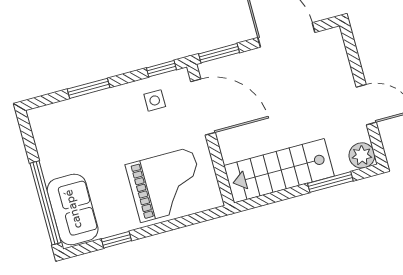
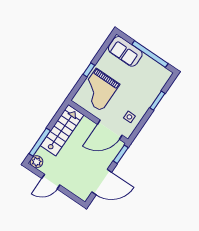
window: (161, 69) -> (137, 131), removed
window: (330, 182) -> (40, 142), width x1.44
window: (45, 203) -> (150, 54), moved
window: (116, 240) -> (89, 70), moved

